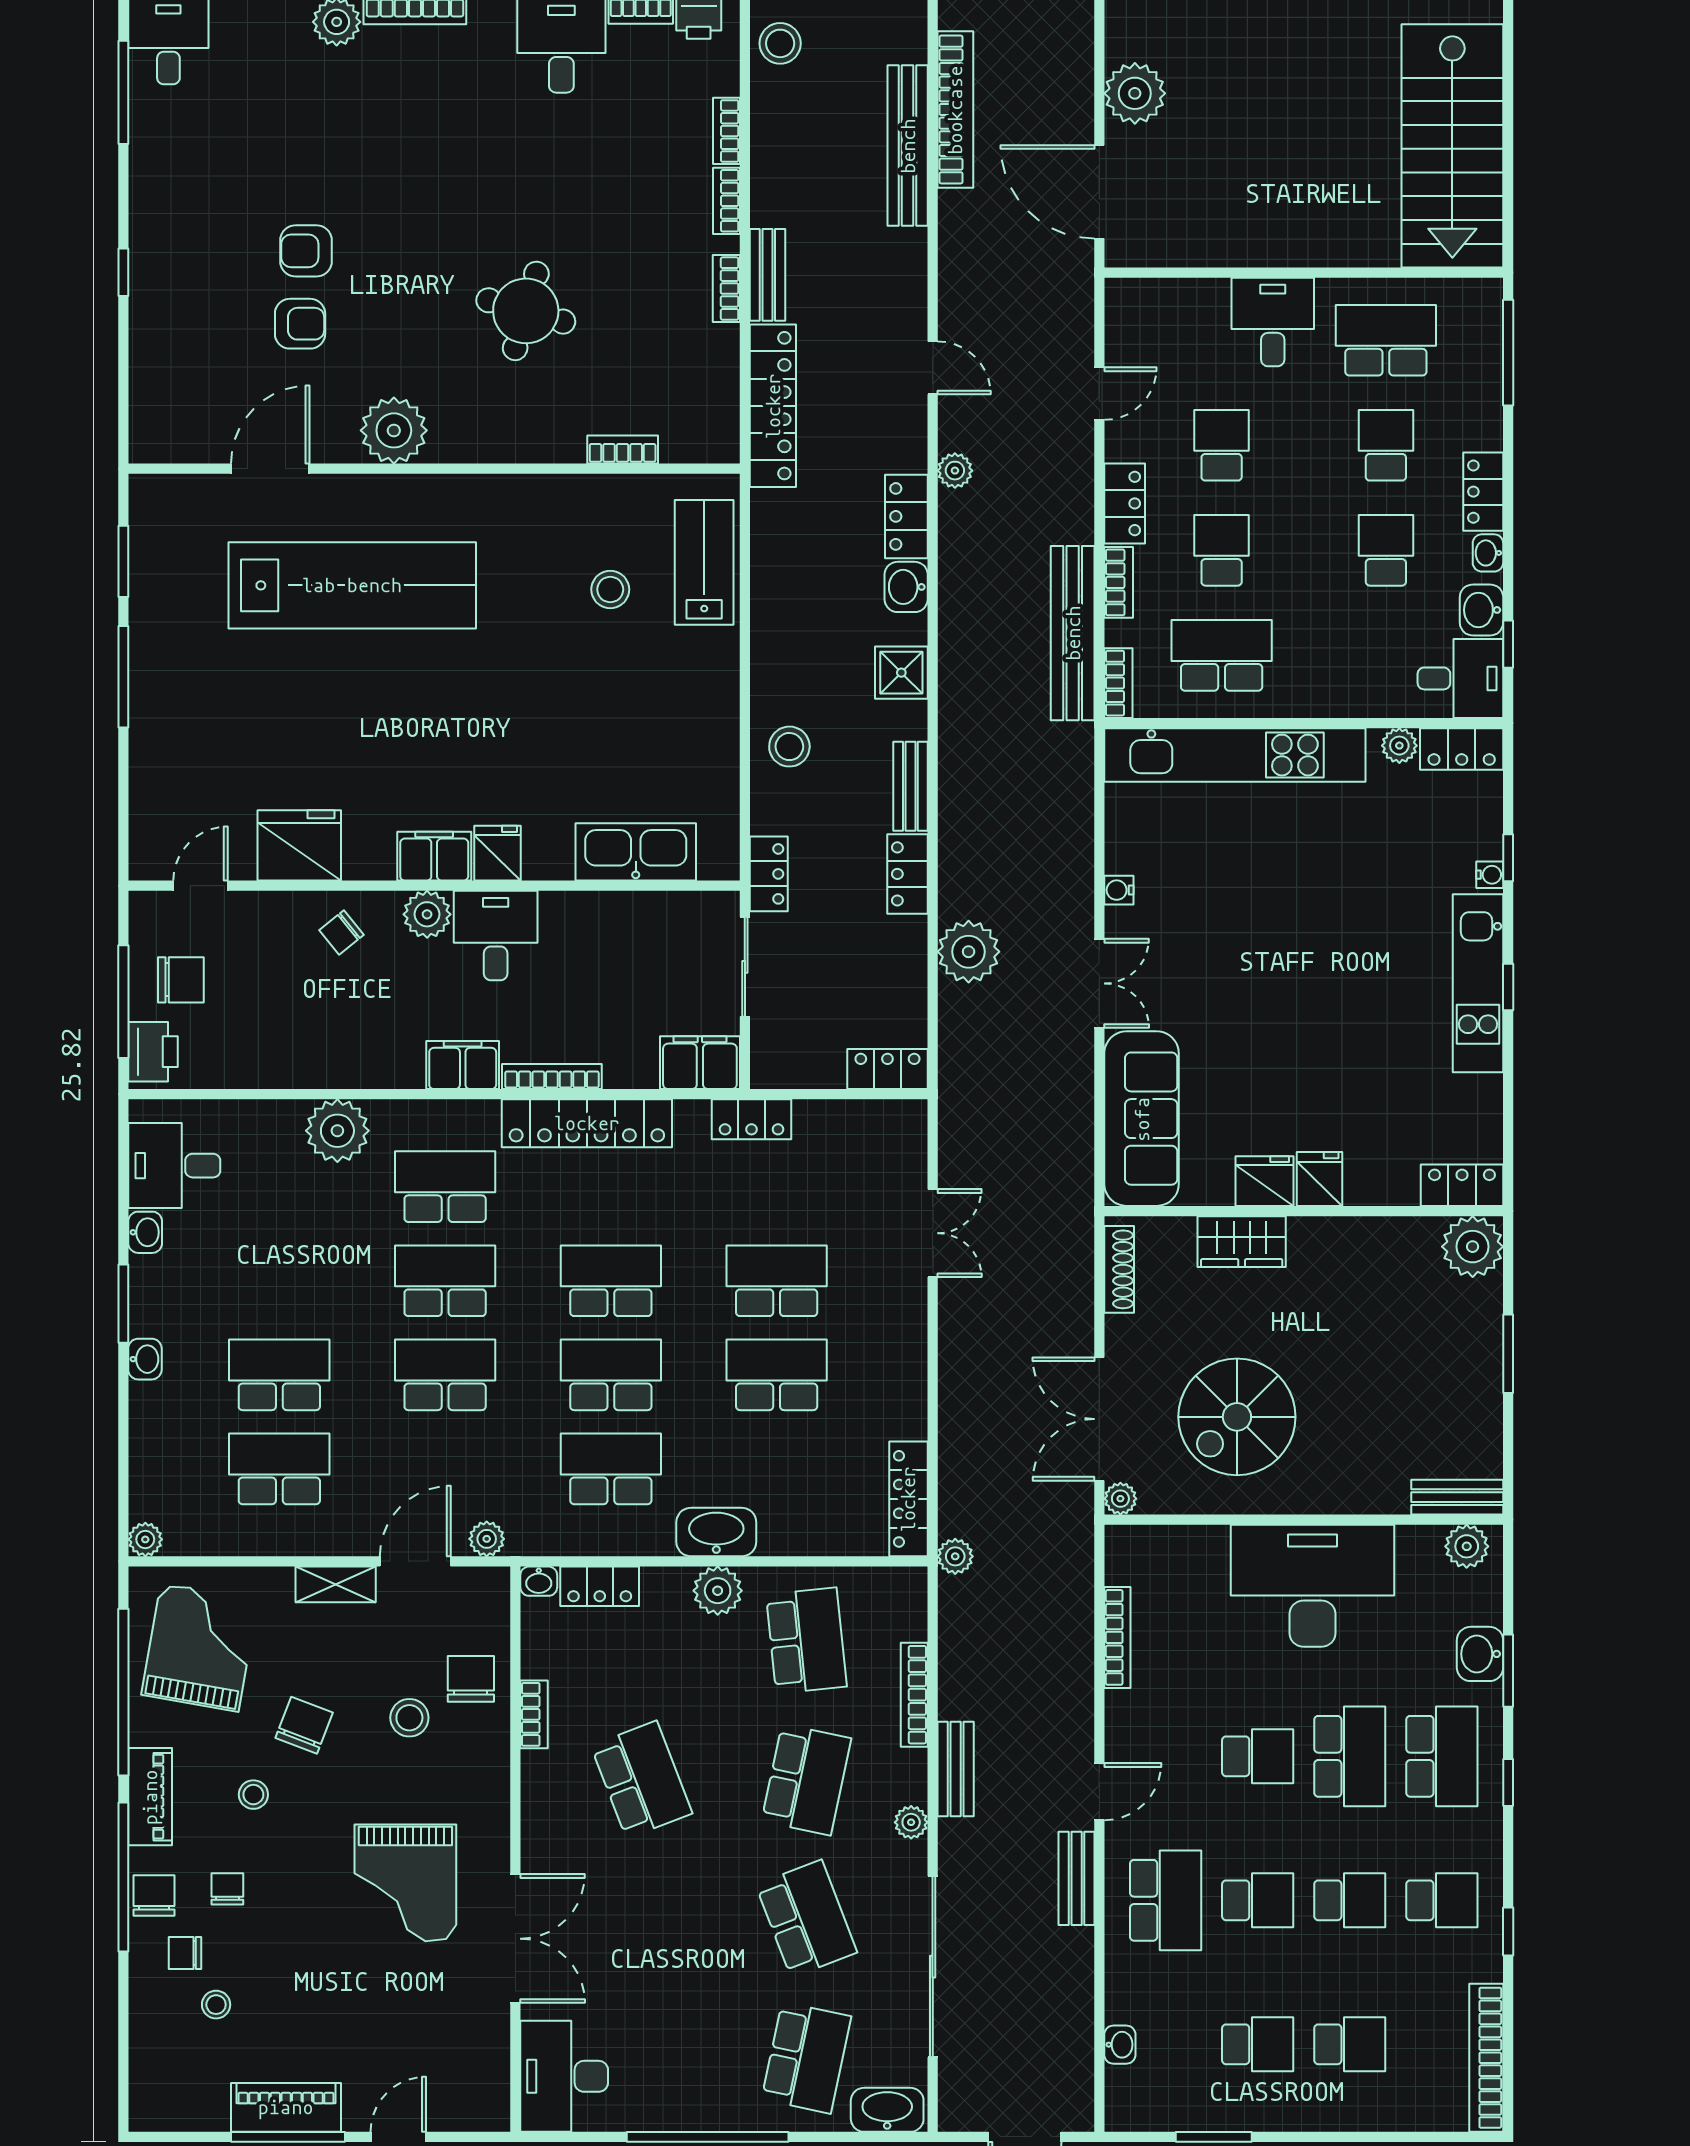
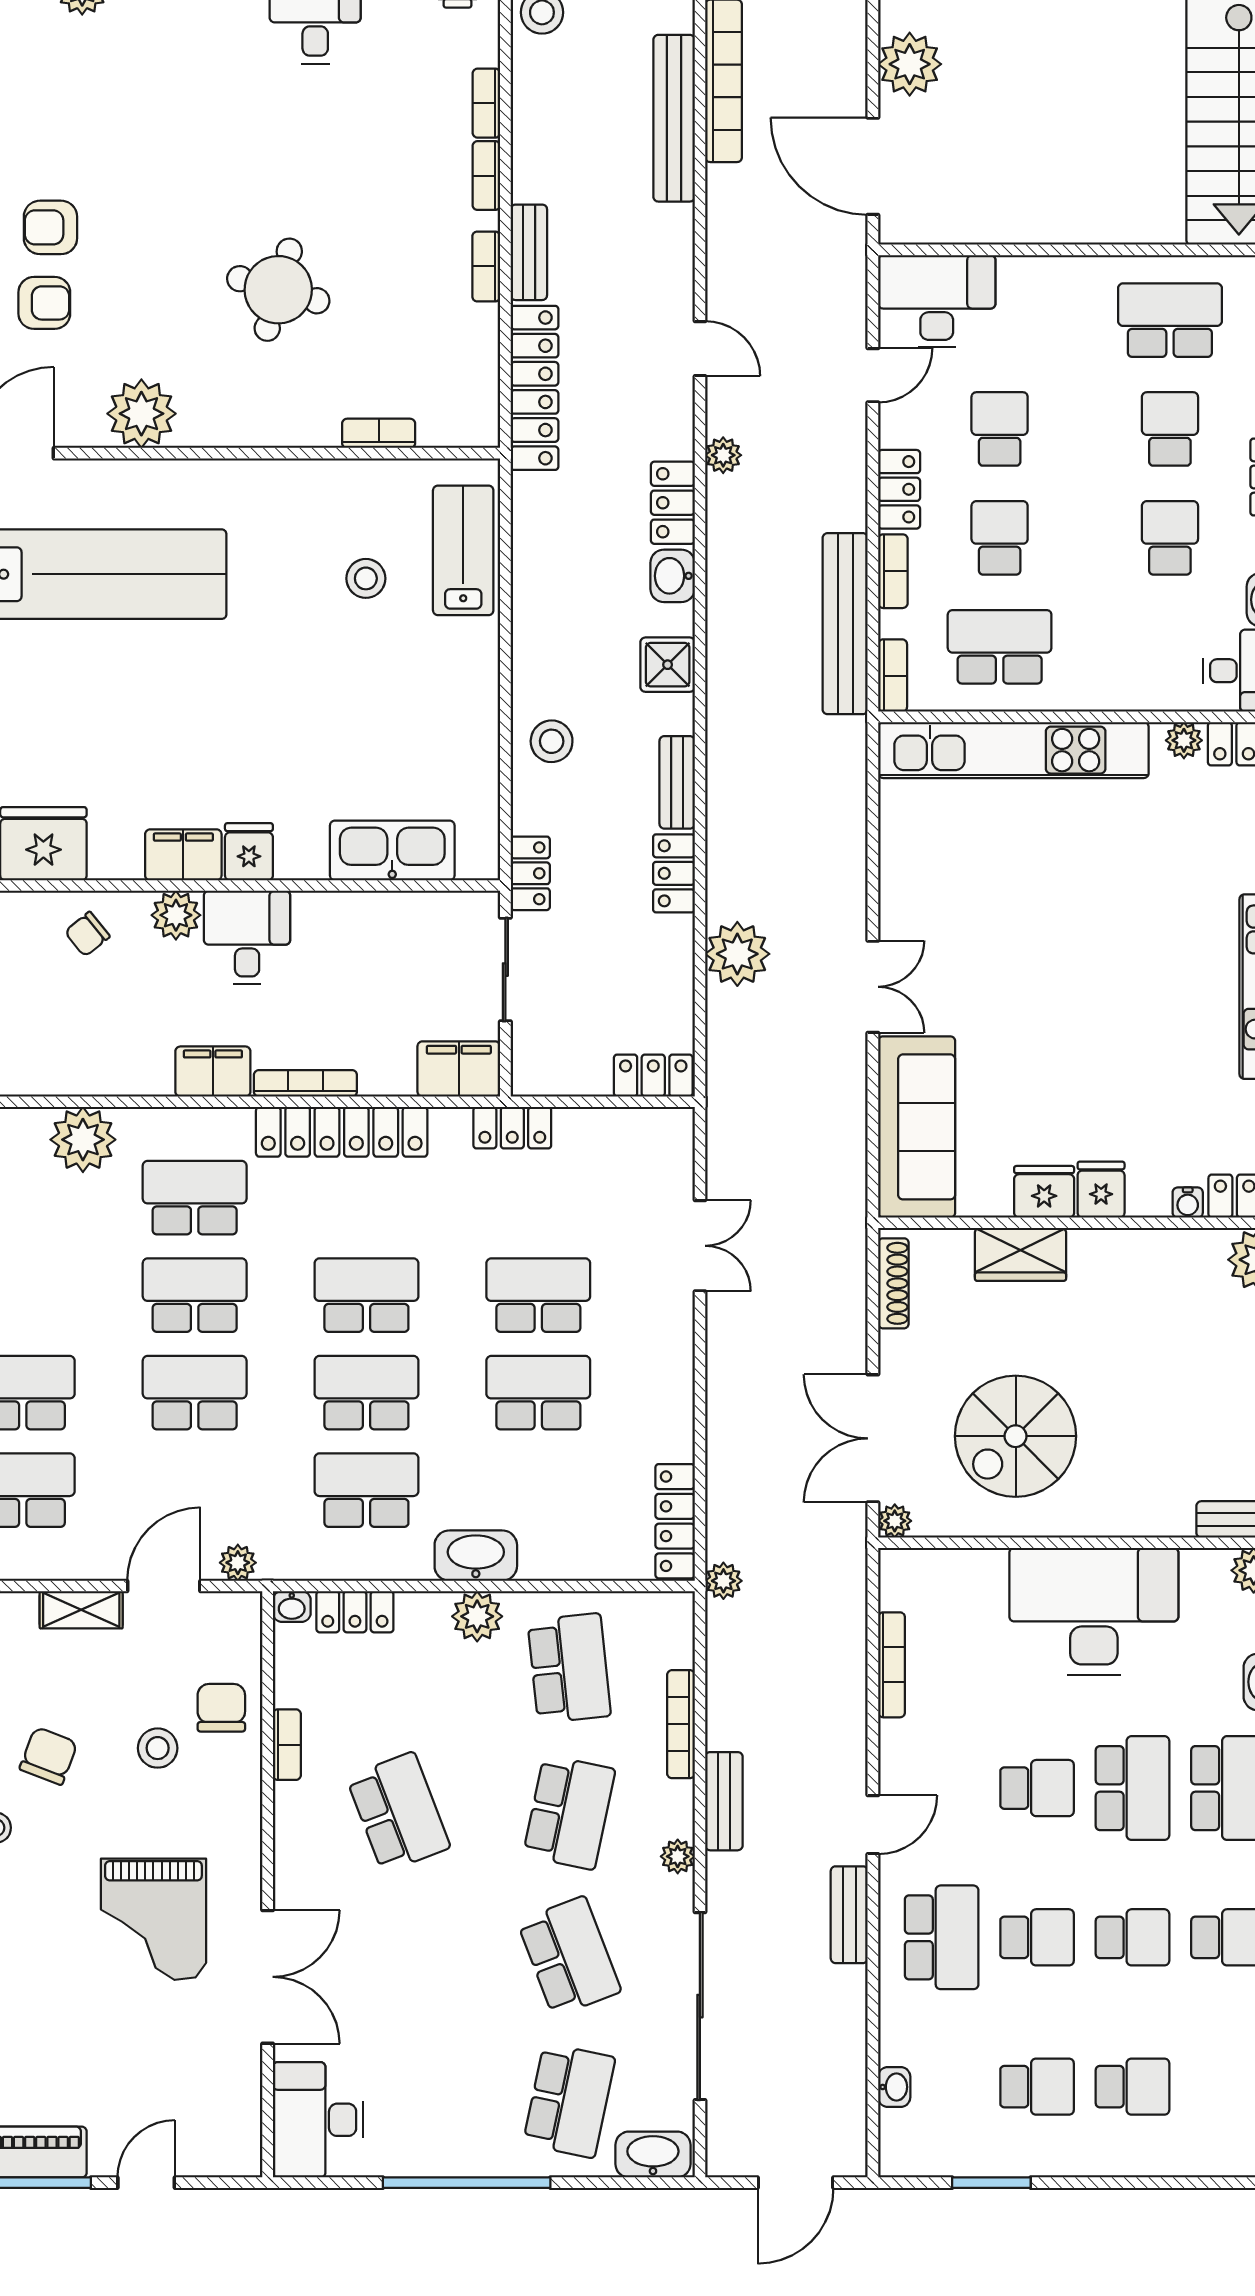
desk: (1273, 322) -> (937, 301), moved, width x1.37
water cooler: (1119, 890) -> (1188, 1203), moved, turned -90

